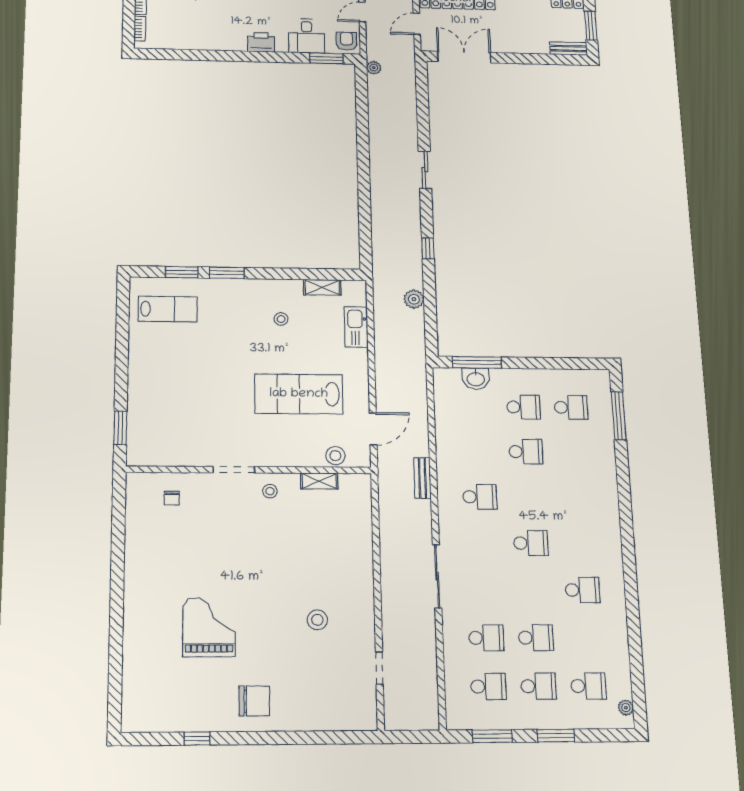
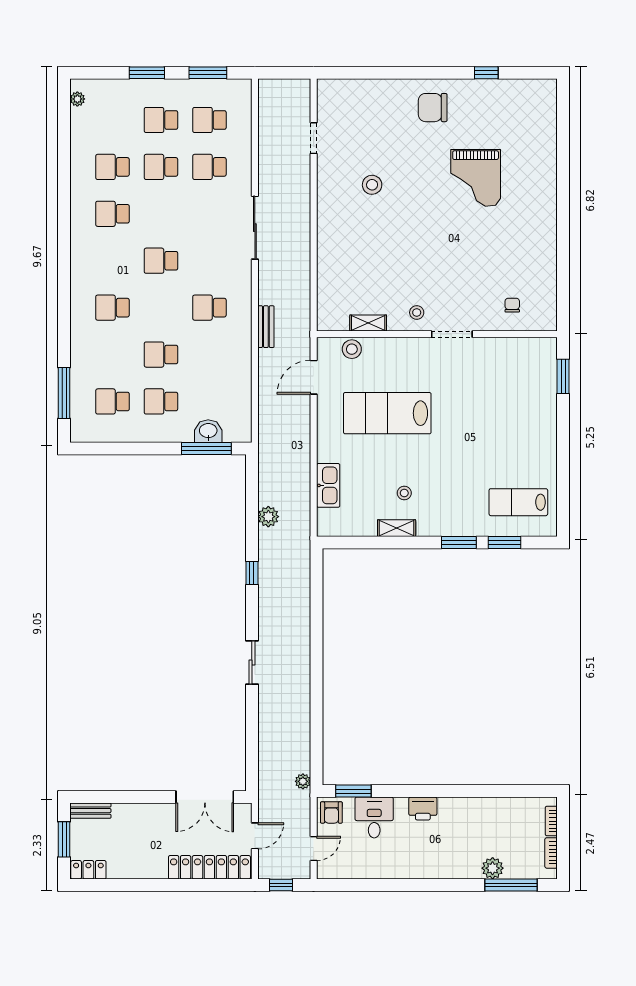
shelving: (322, 287) -> (397, 528), moved
lab bench: (299, 394) -> (387, 413), turned 180
school desk: (577, 497) -> (112, 308), added
school desk: (588, 686) -> (112, 167), moved

